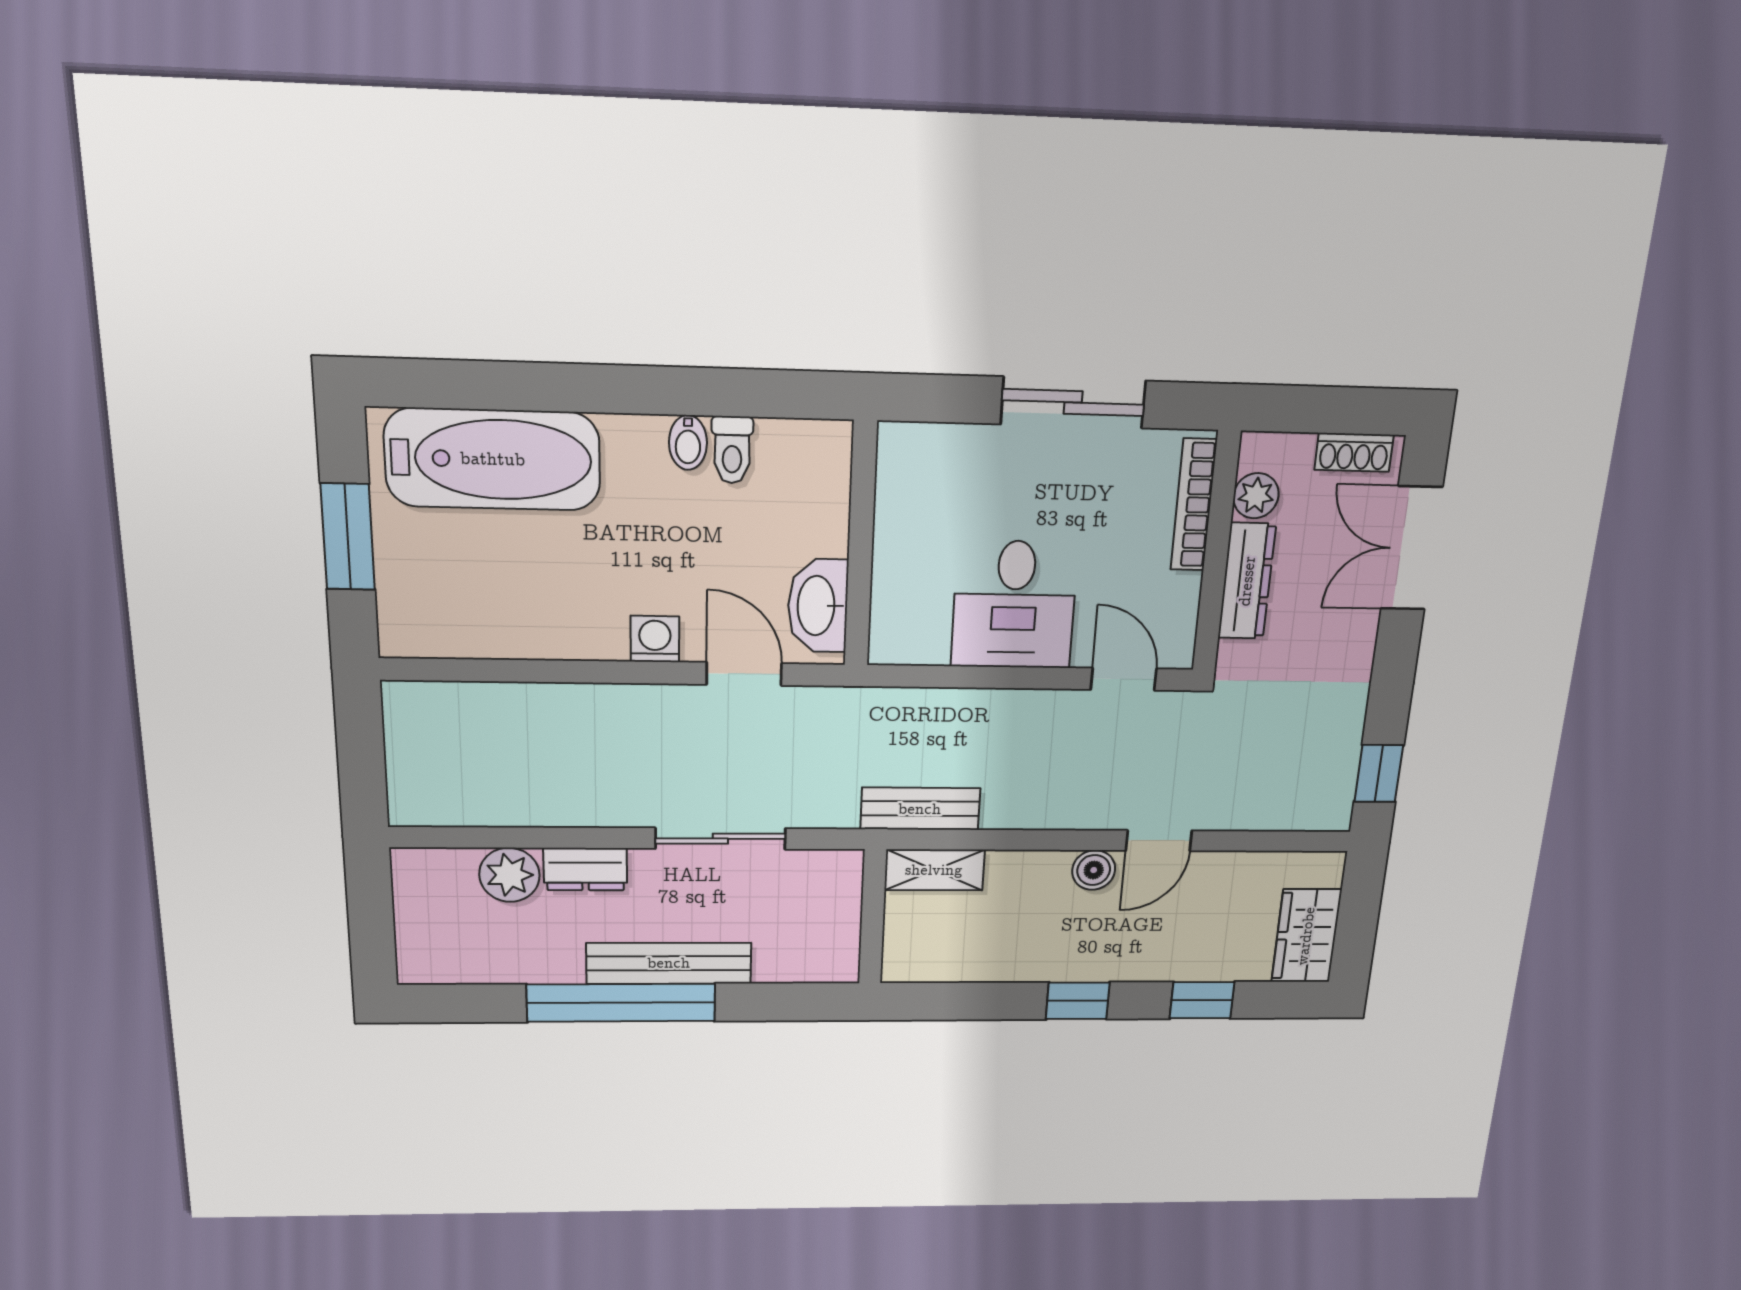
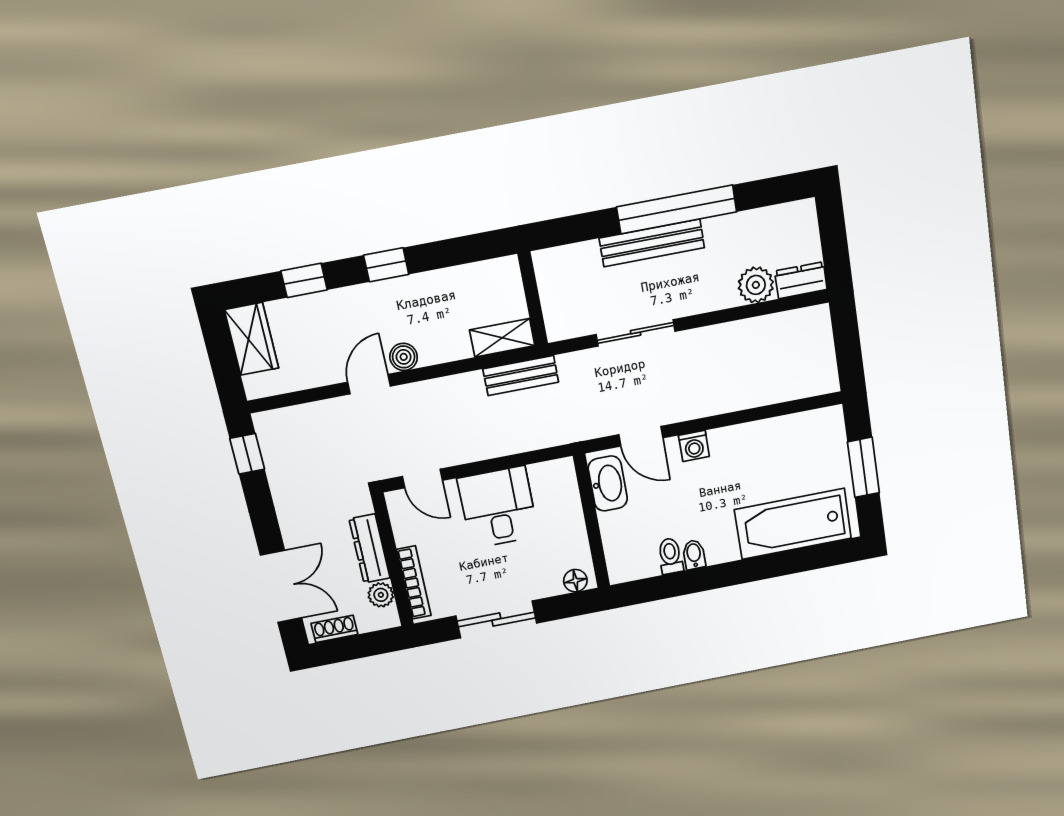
floor lamp: (914, 443) -> (575, 581), added
dresser: (585, 869) -> (801, 280), moved

